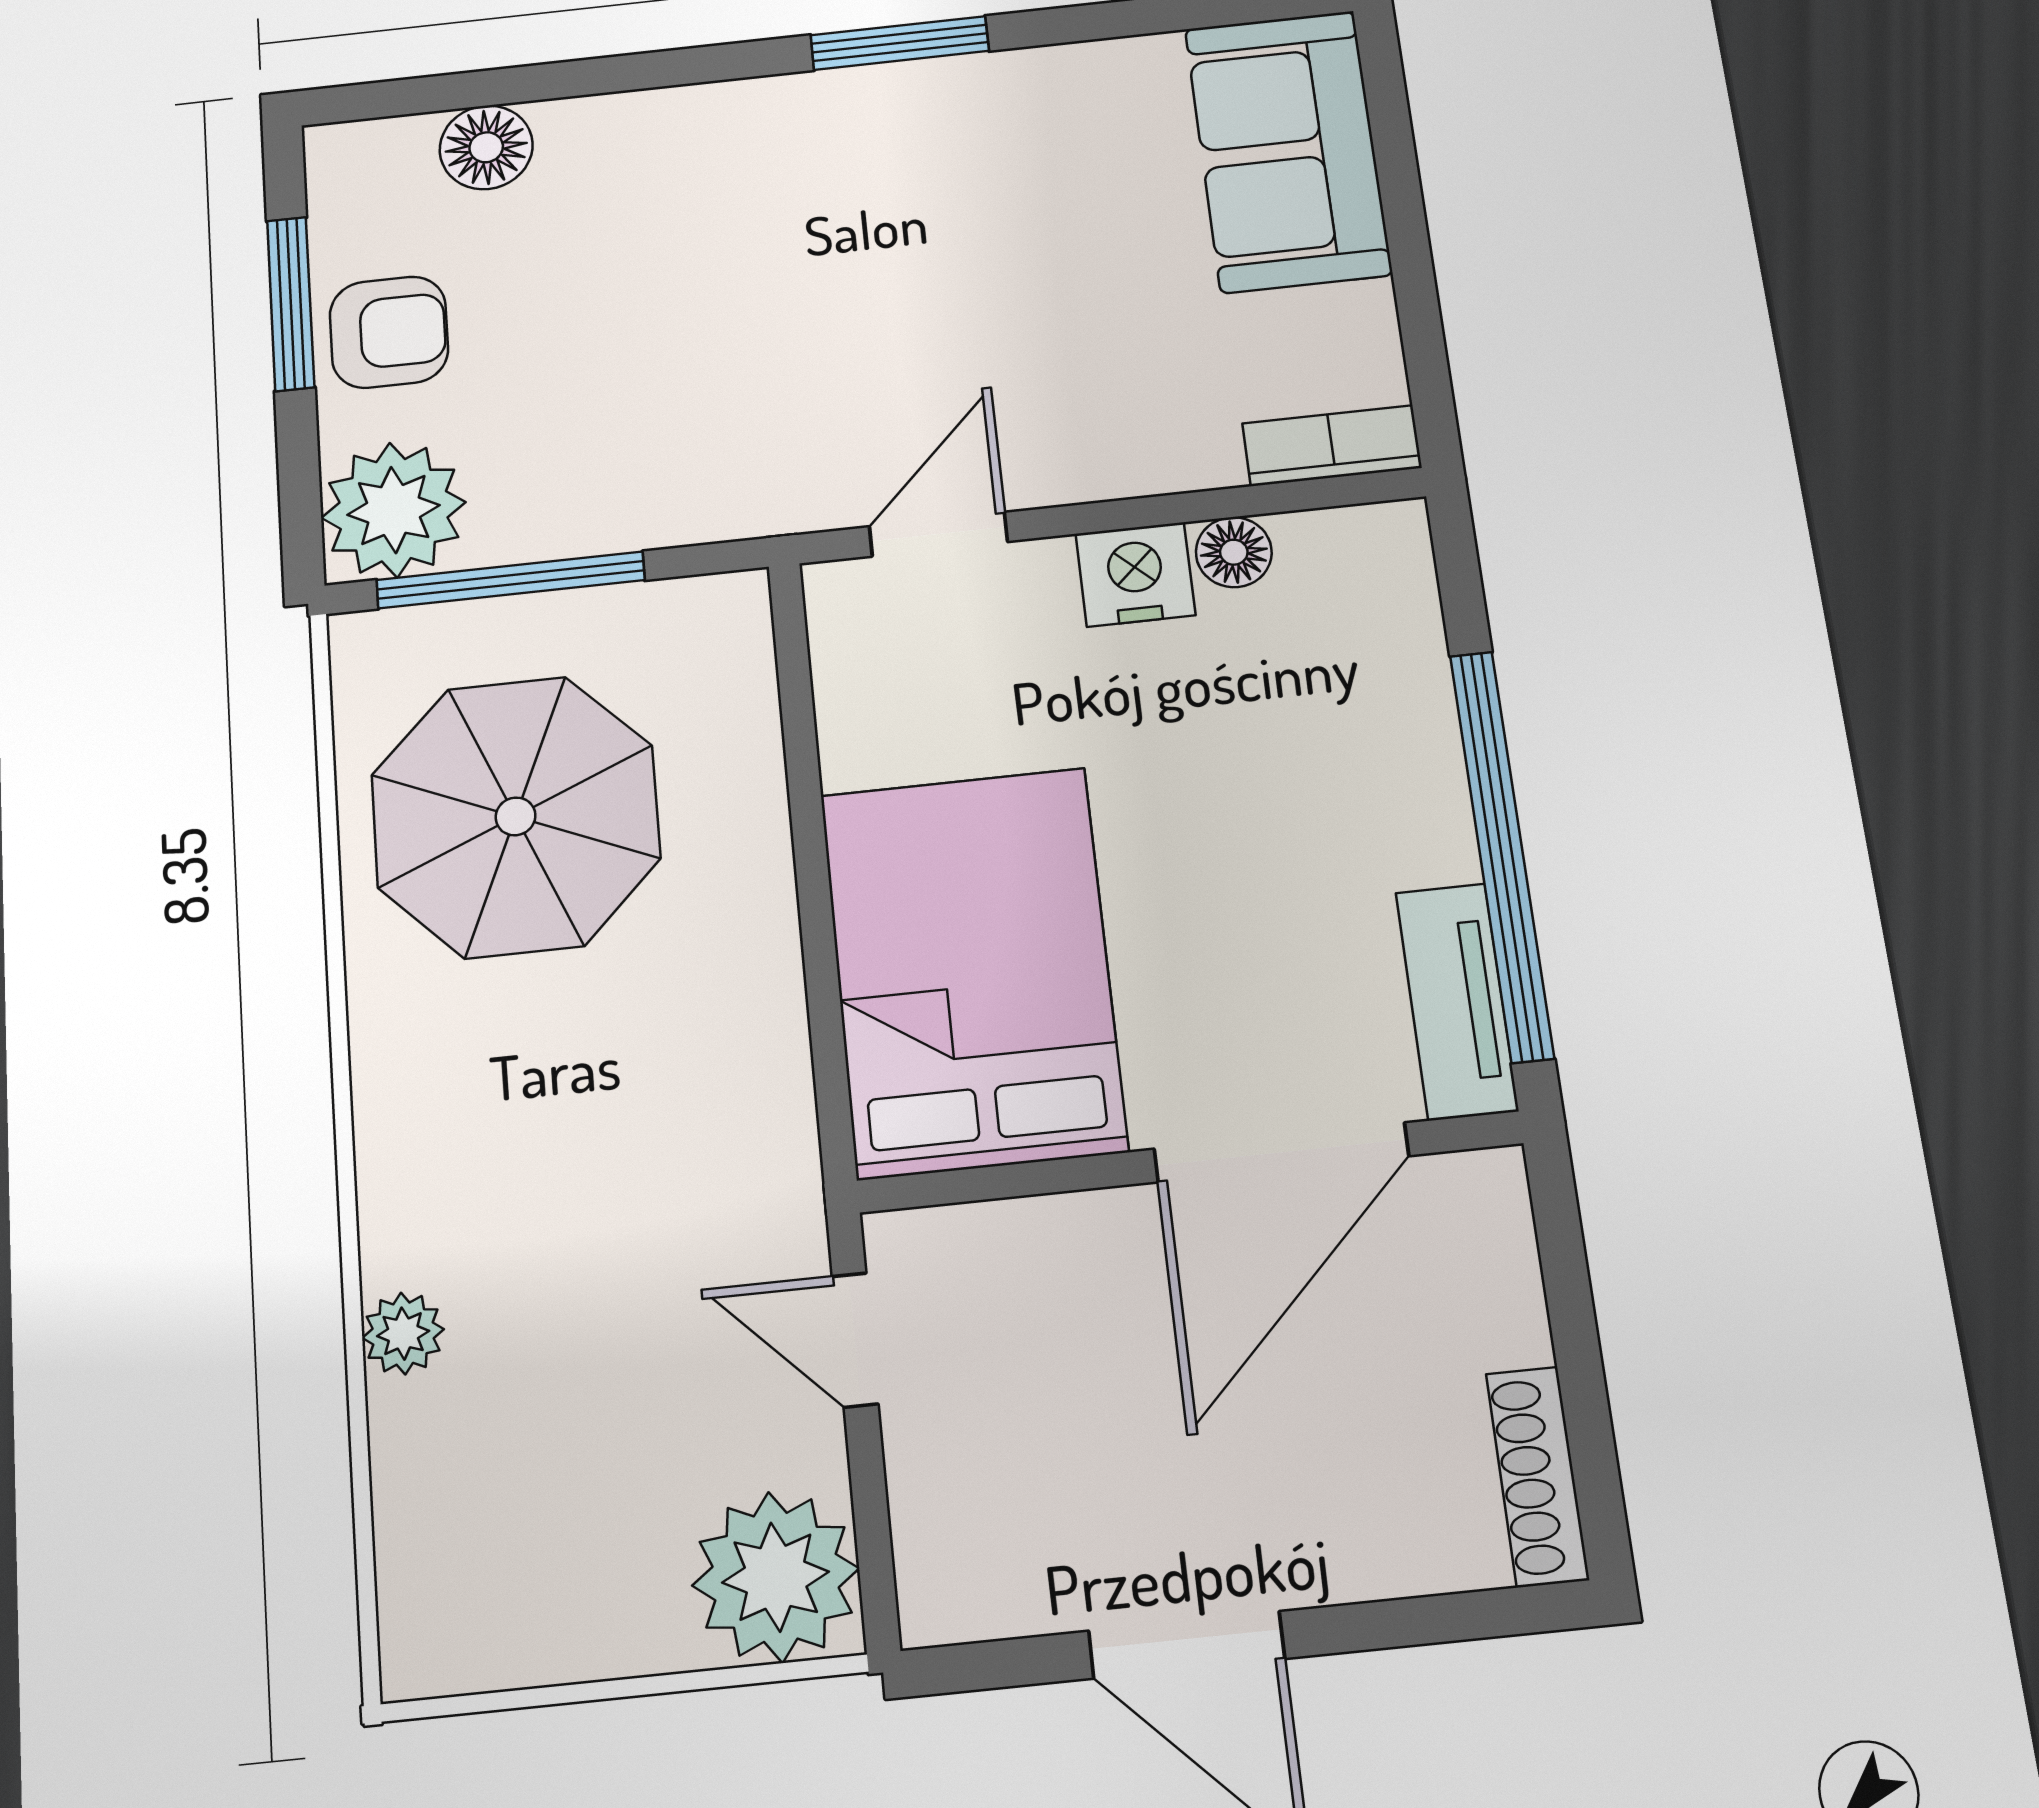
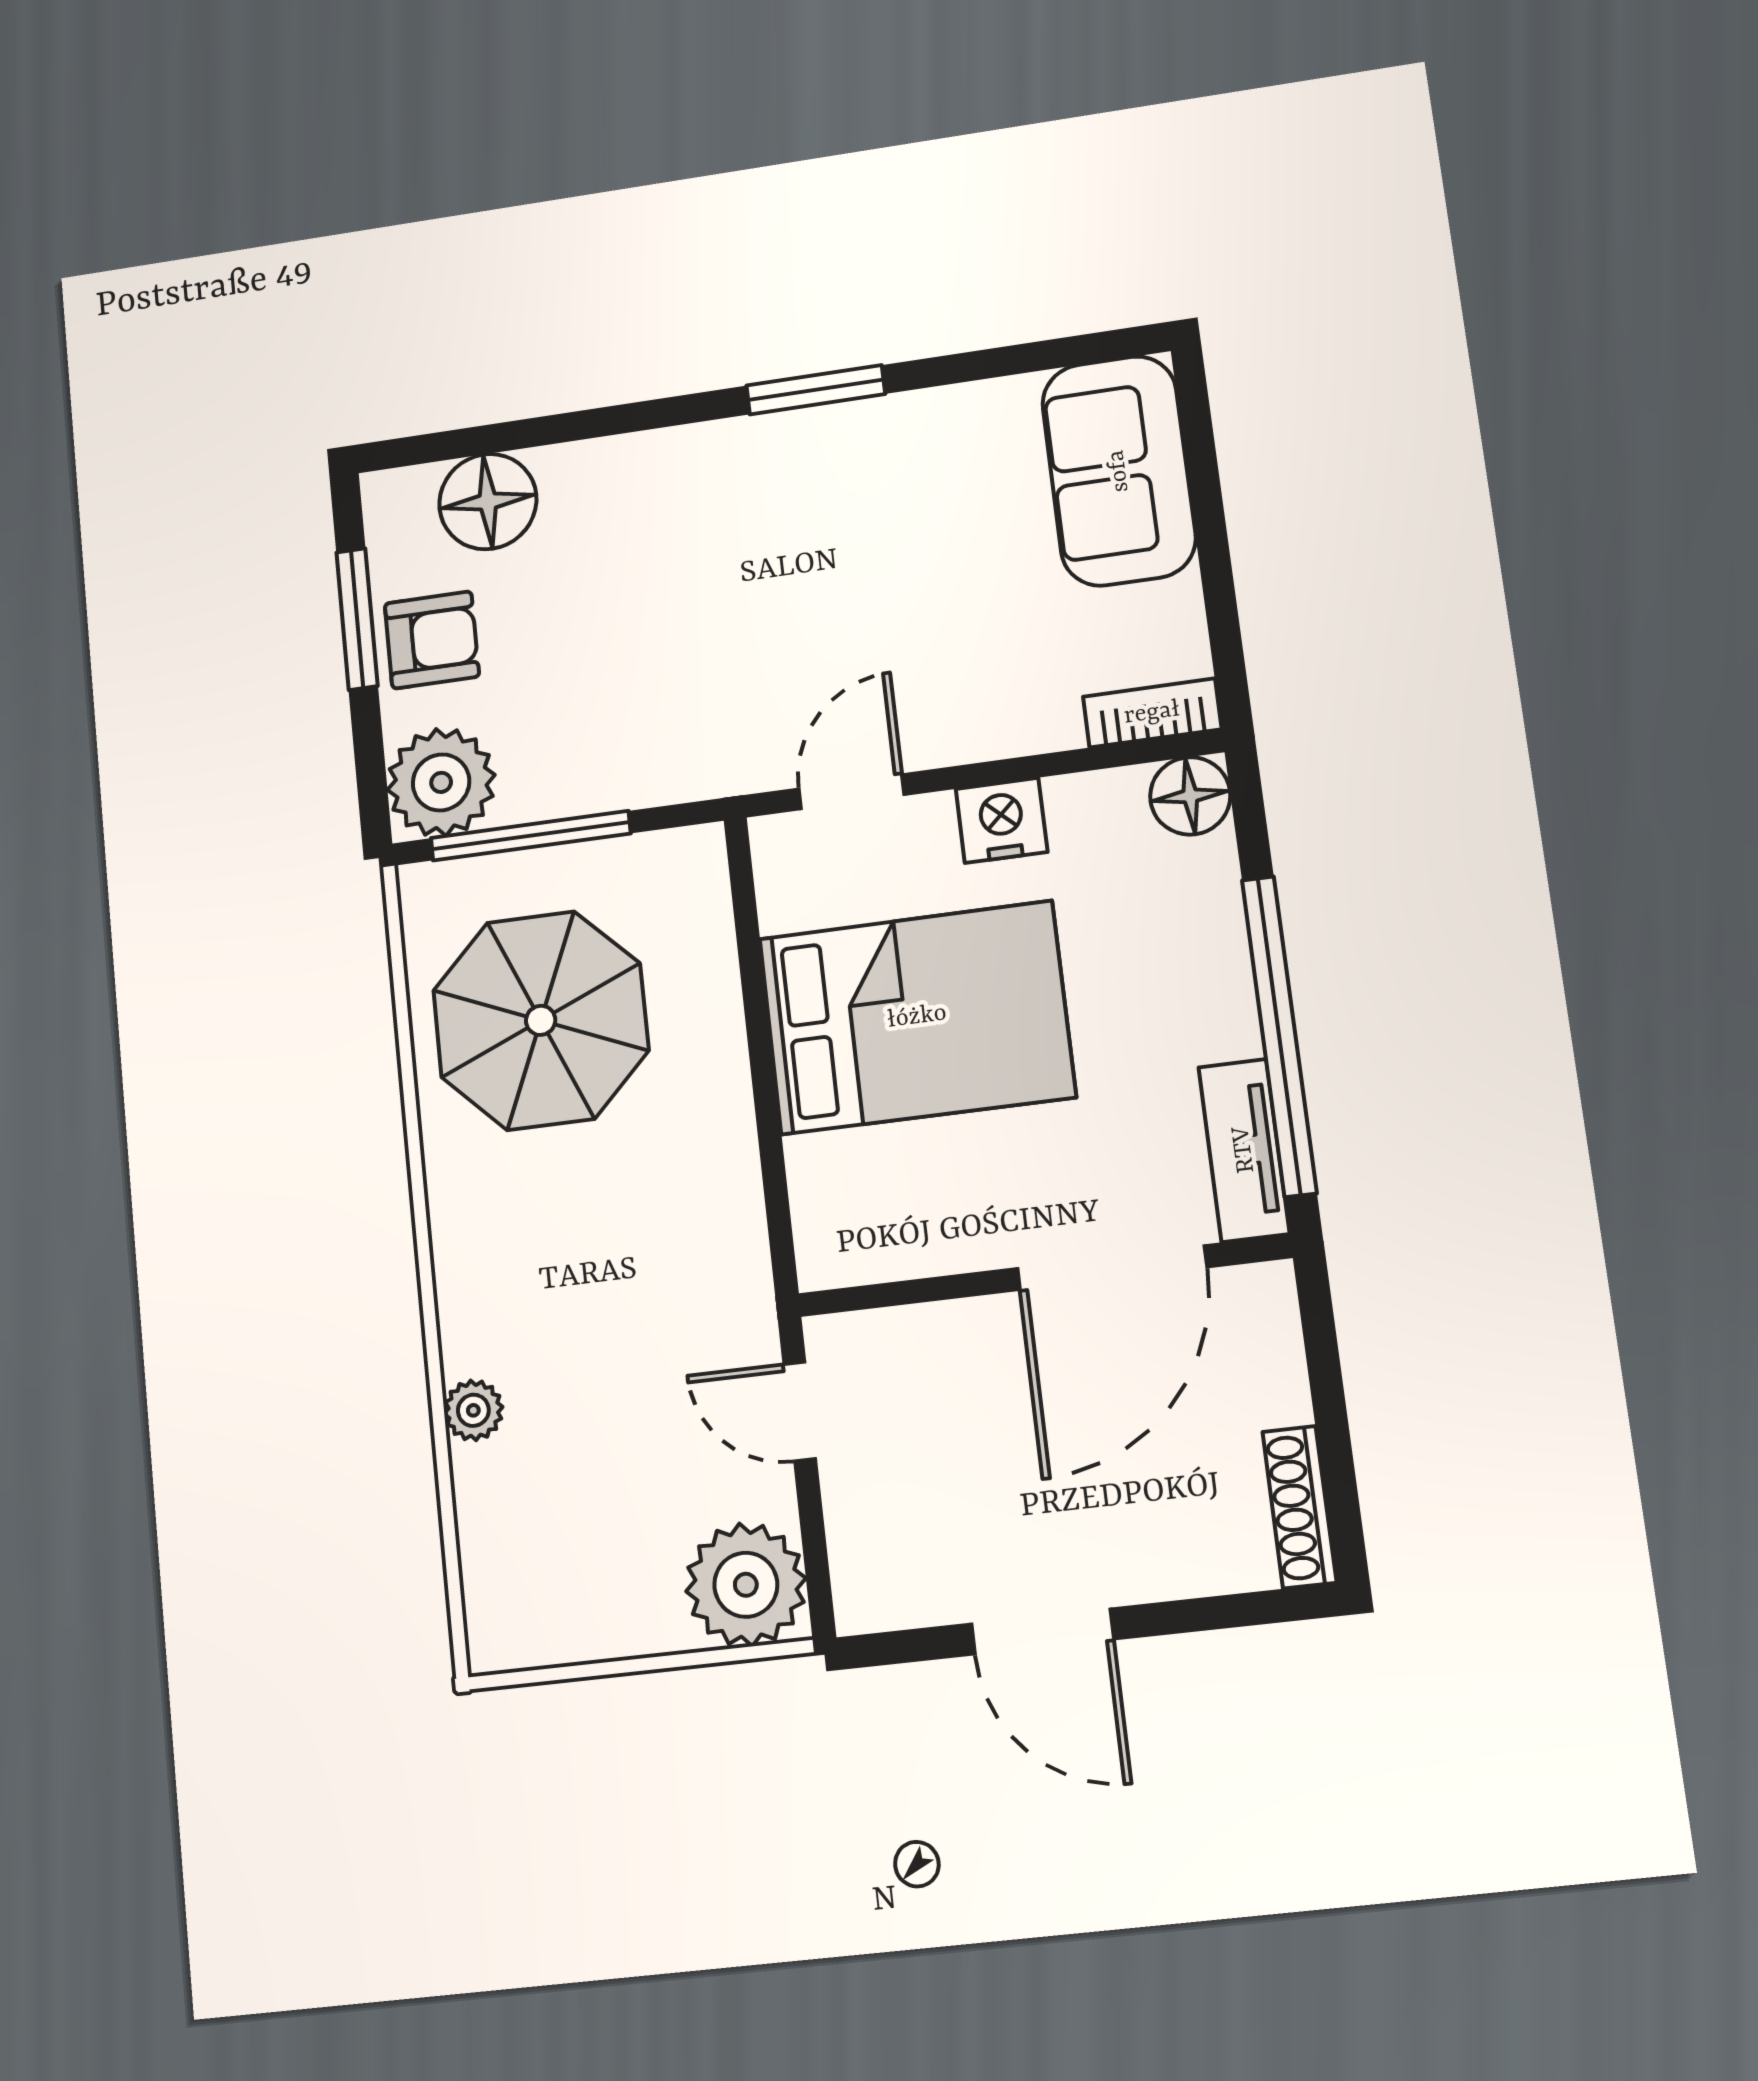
floor lamp: (486, 147) -> (488, 502), width x1.38, depth x1.38
floor lamp: (1234, 552) -> (1190, 796), moved, width x1.37, depth x1.37
bed: (972, 971) -> (917, 1017), moved, turned 90

